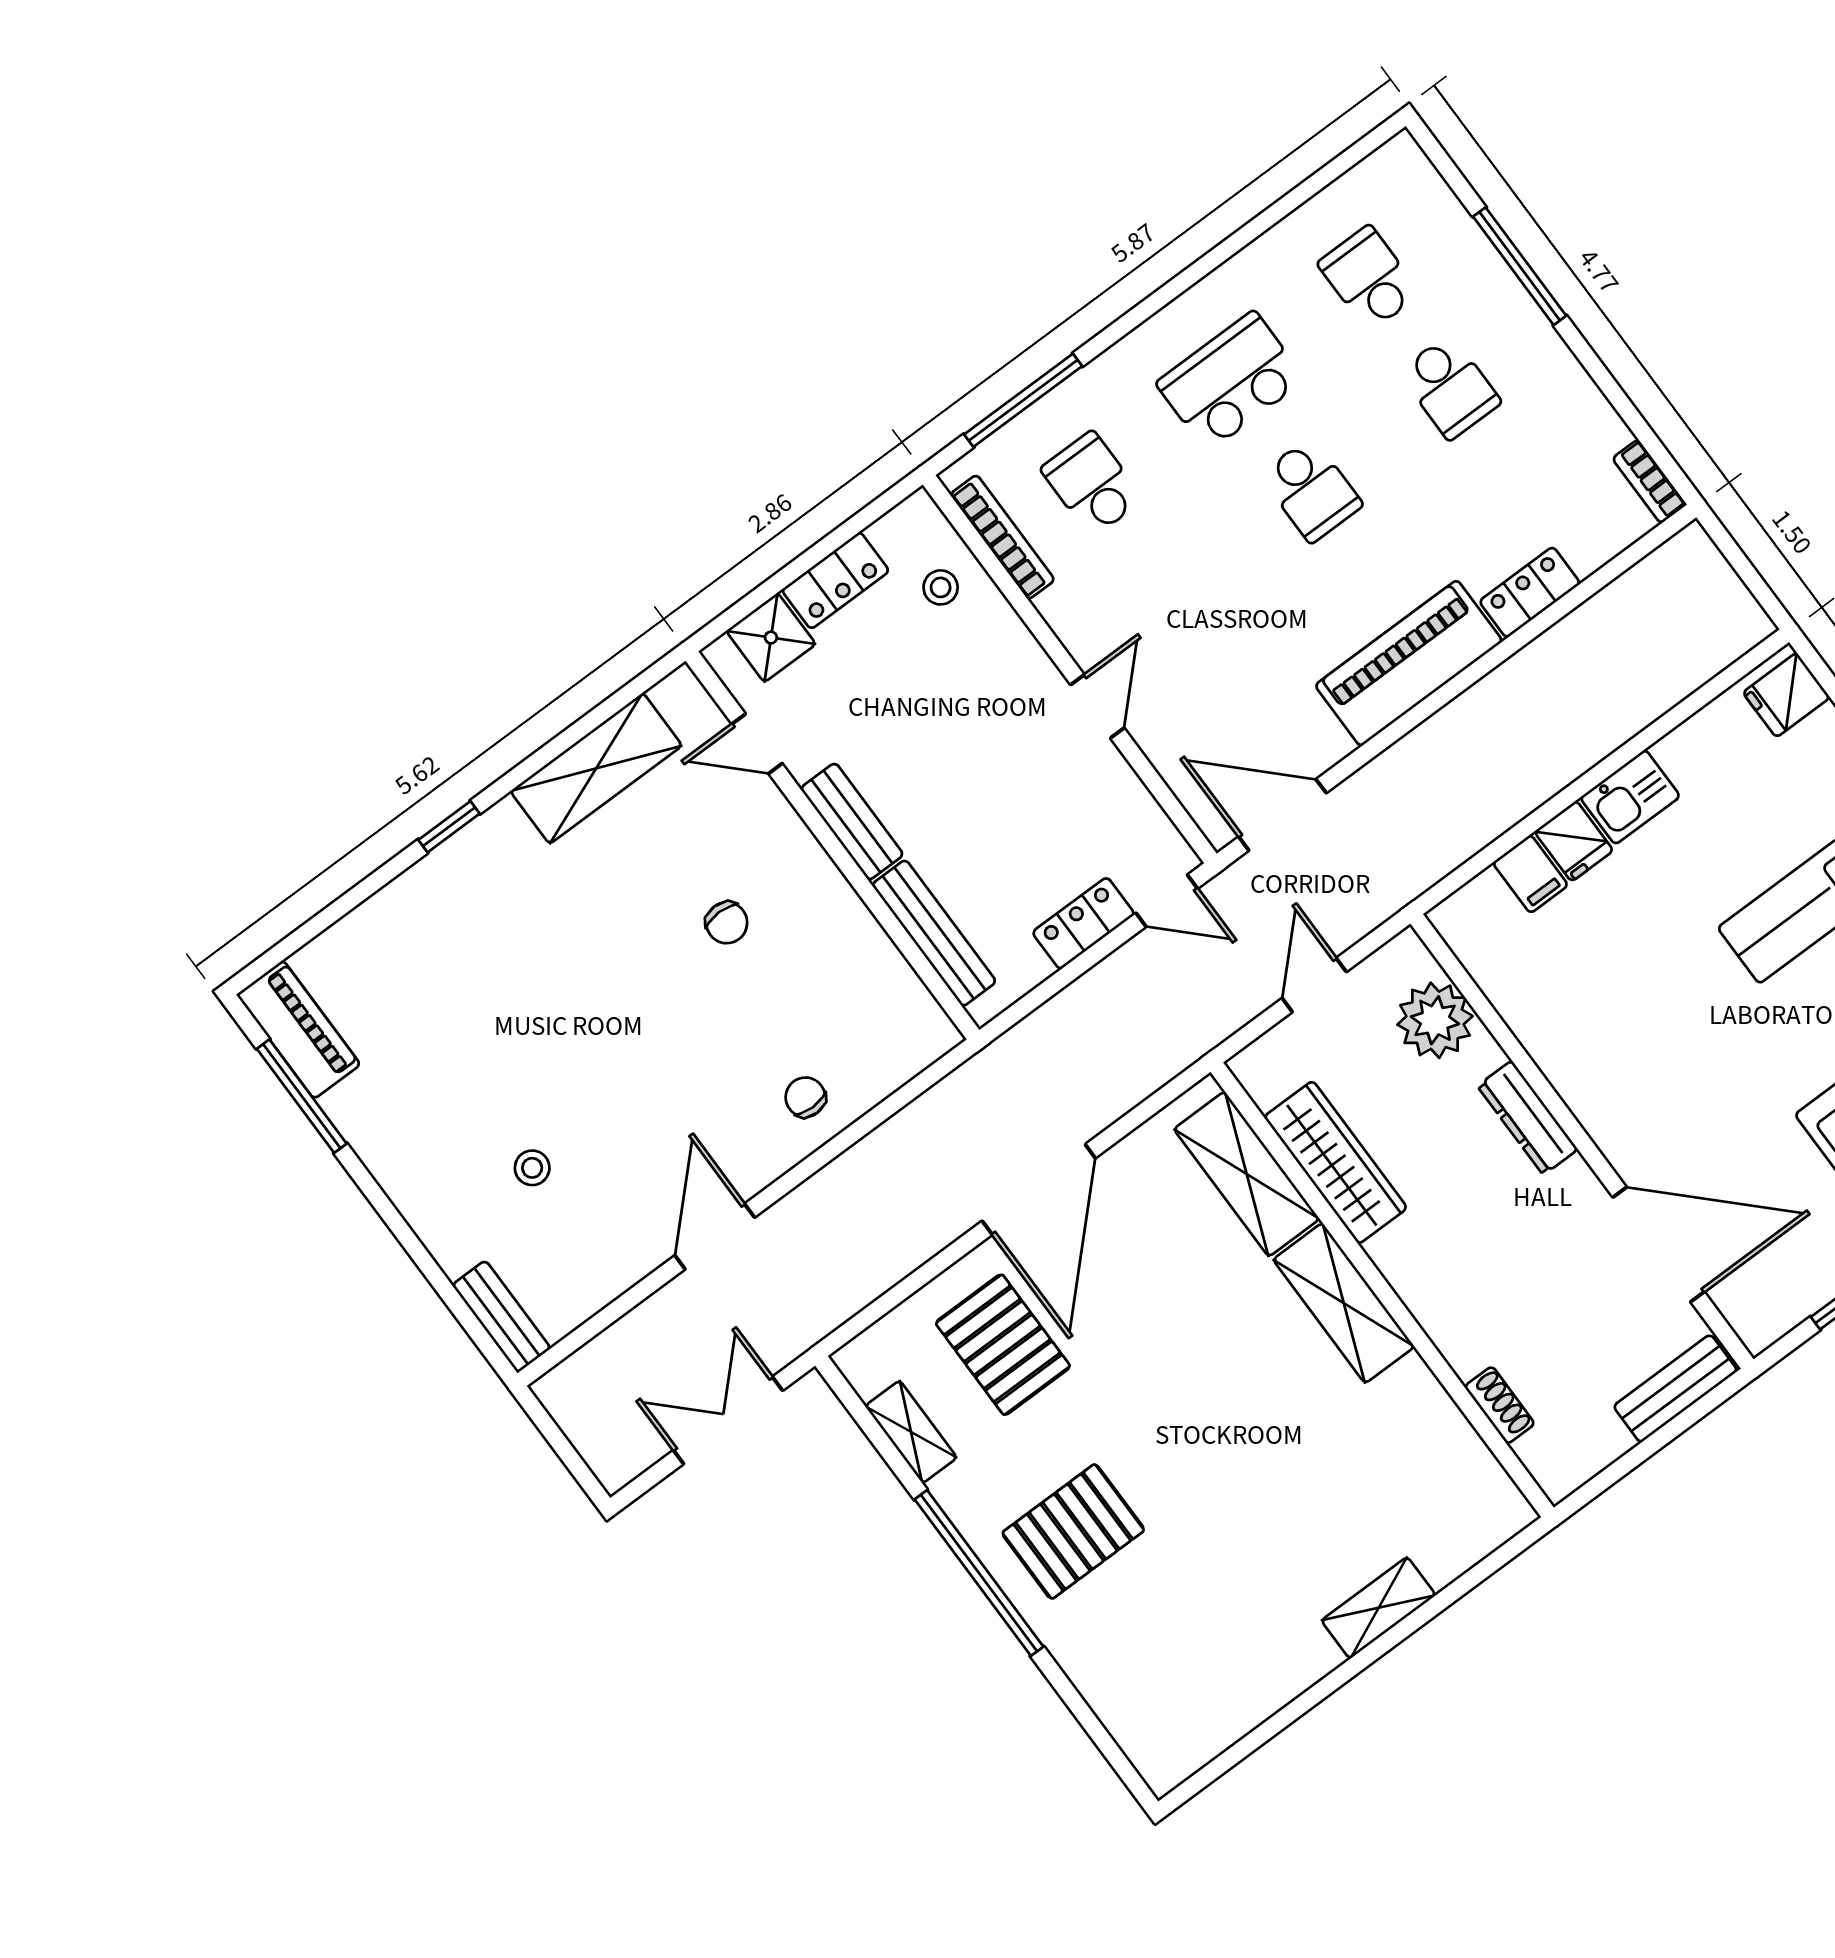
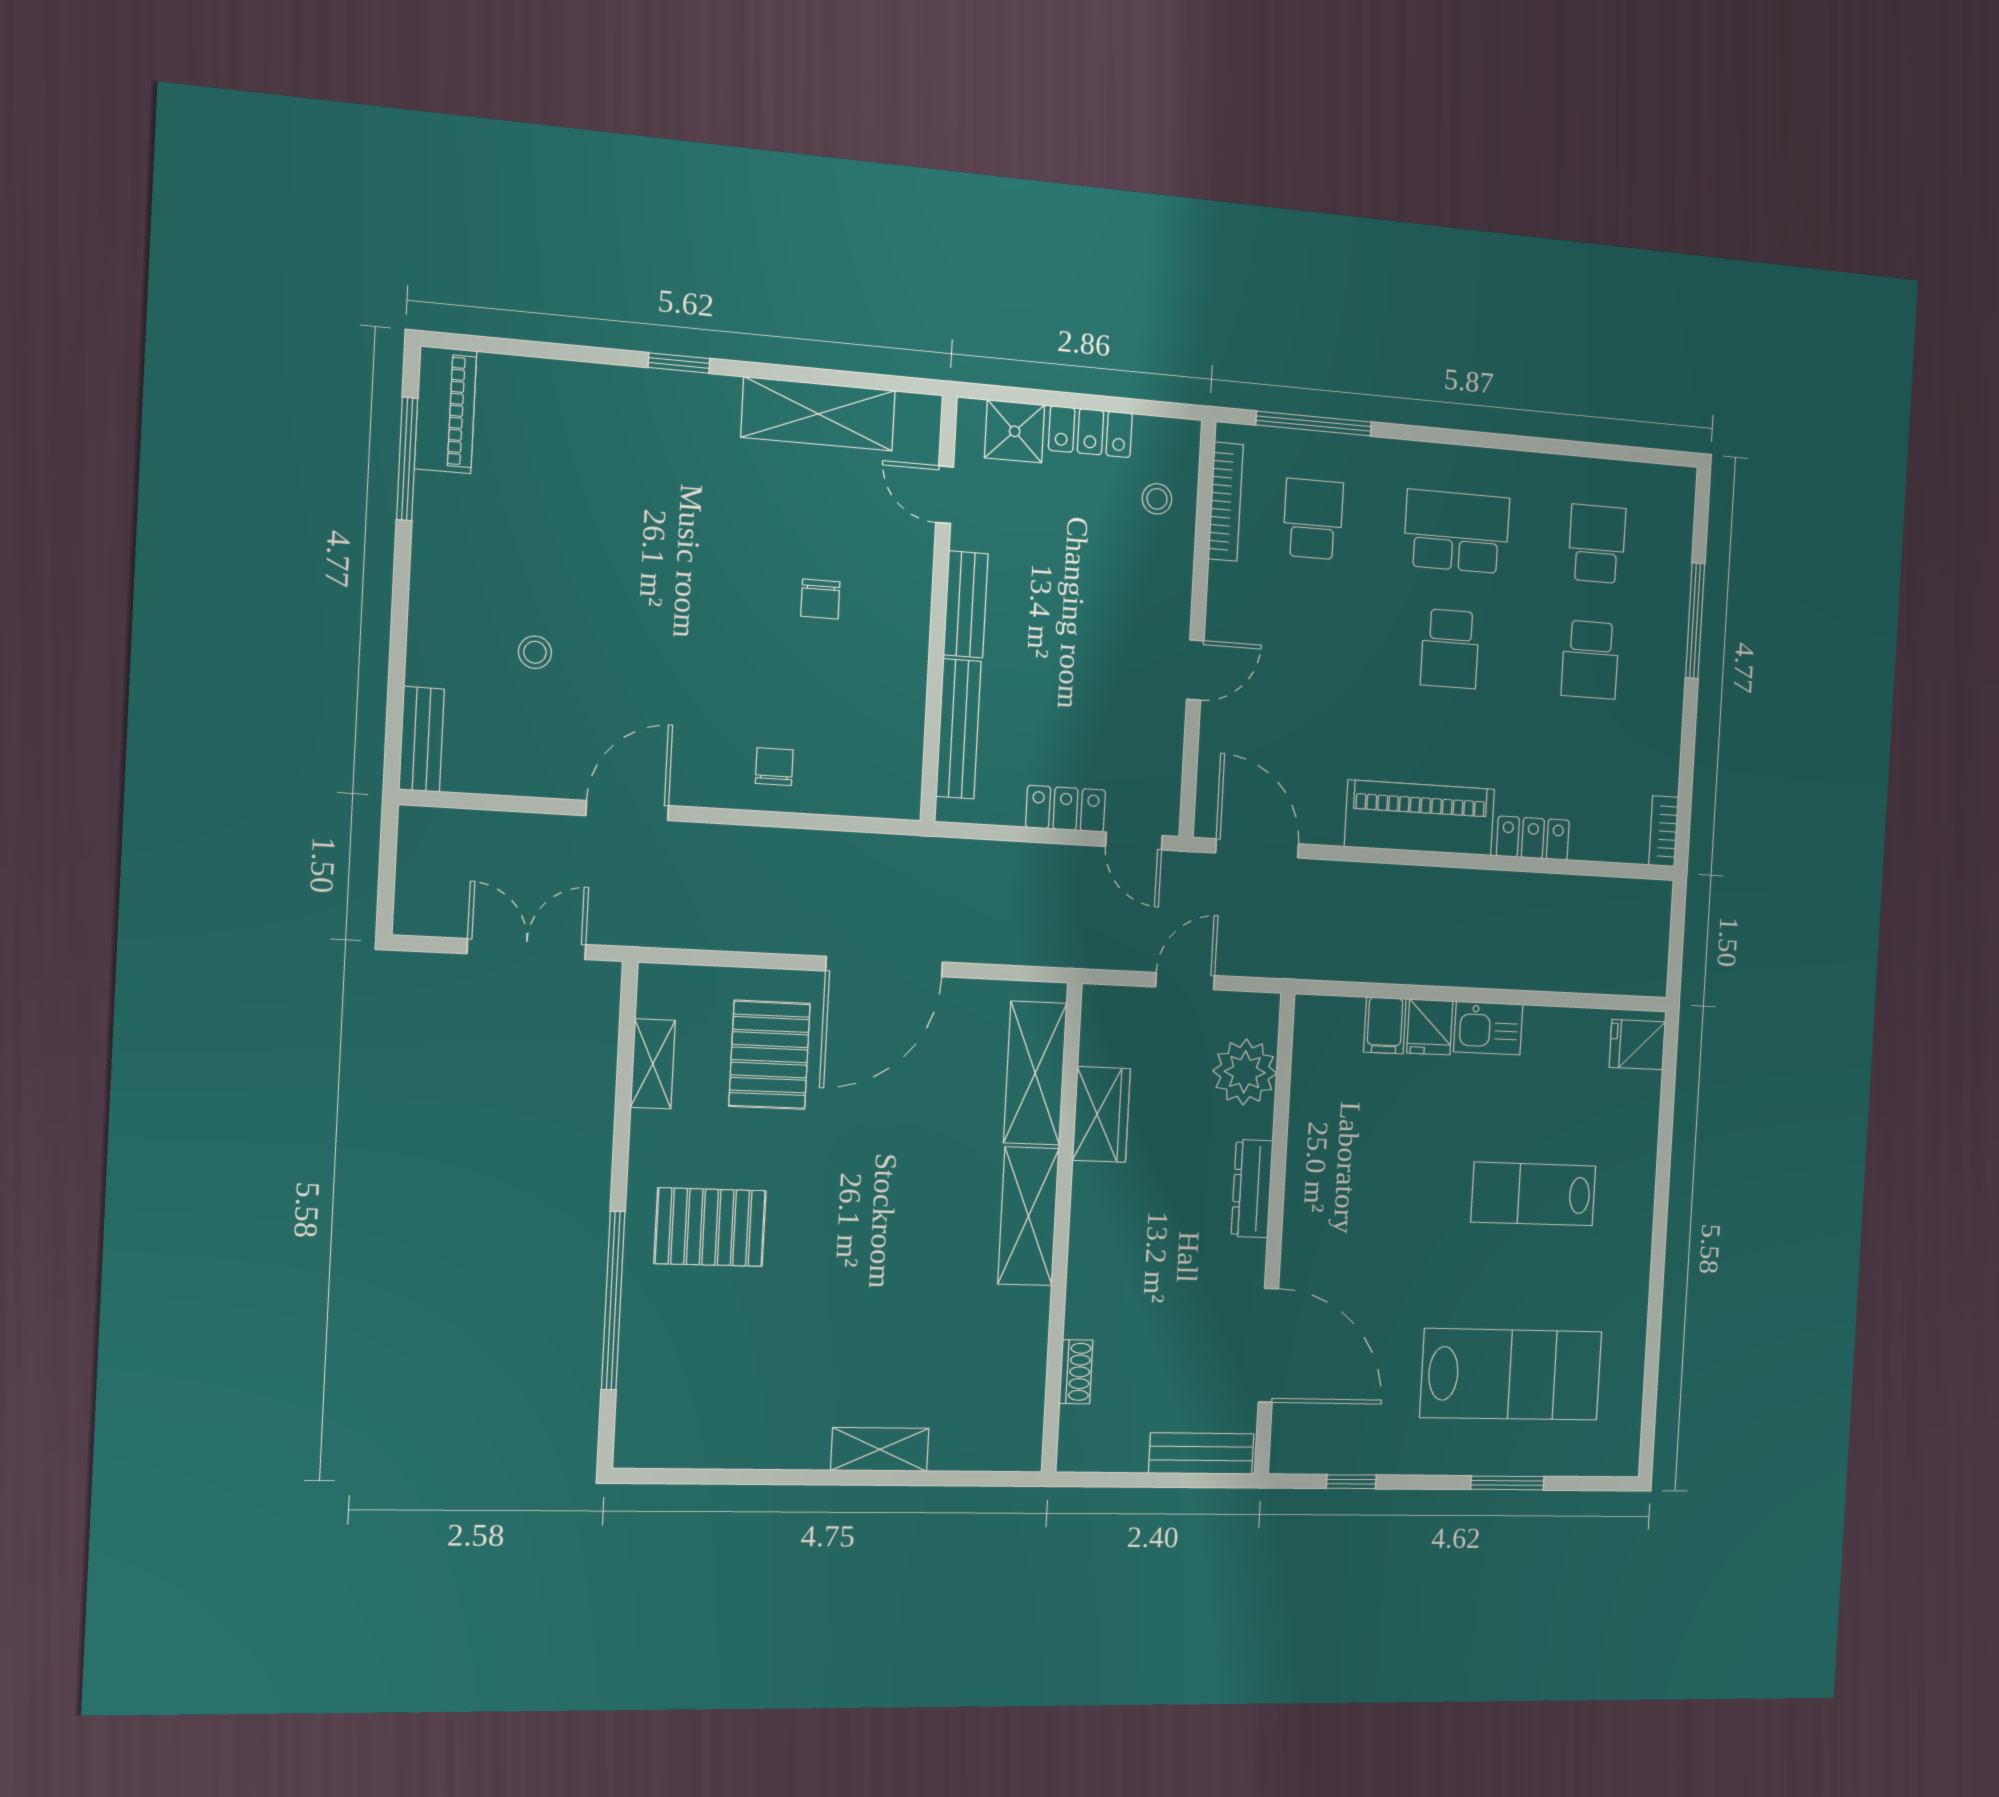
wardrobe: (1336, 1162) -> (1101, 1114), width x0.67
window: (979, 1573) -> (613, 1301), moved

